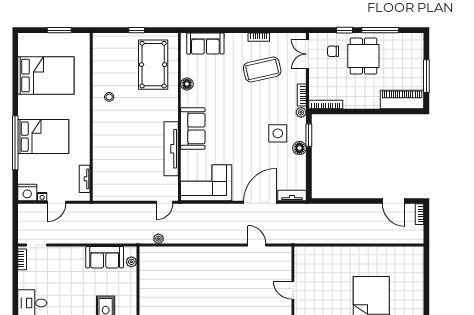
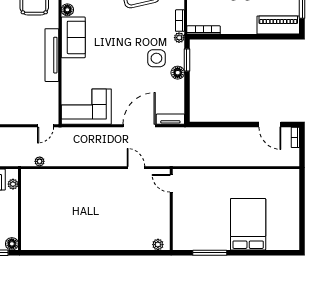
sofa: (193, 128) -> (73, 37), moved
tv unit: (171, 149) -> (52, 55), moved
door: (293, 290) -> (171, 183), moved

